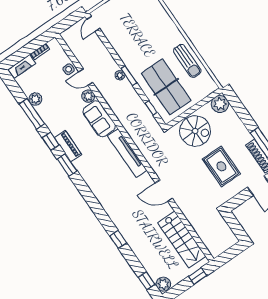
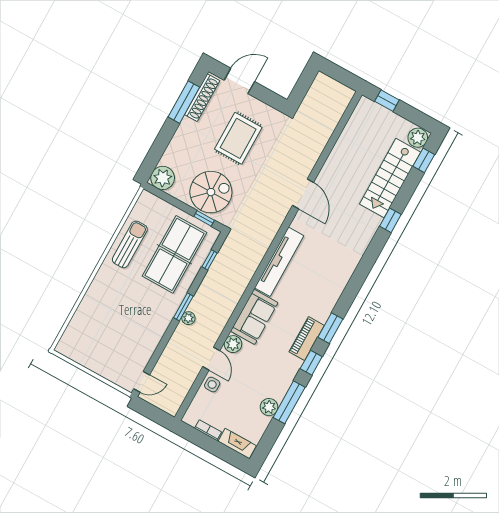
window: (180, 118) -> (204, 218), added
spiral stairs: (195, 131) -> (211, 192), turned 90
stairs: (182, 239) -> (390, 178), moved, turned 180

